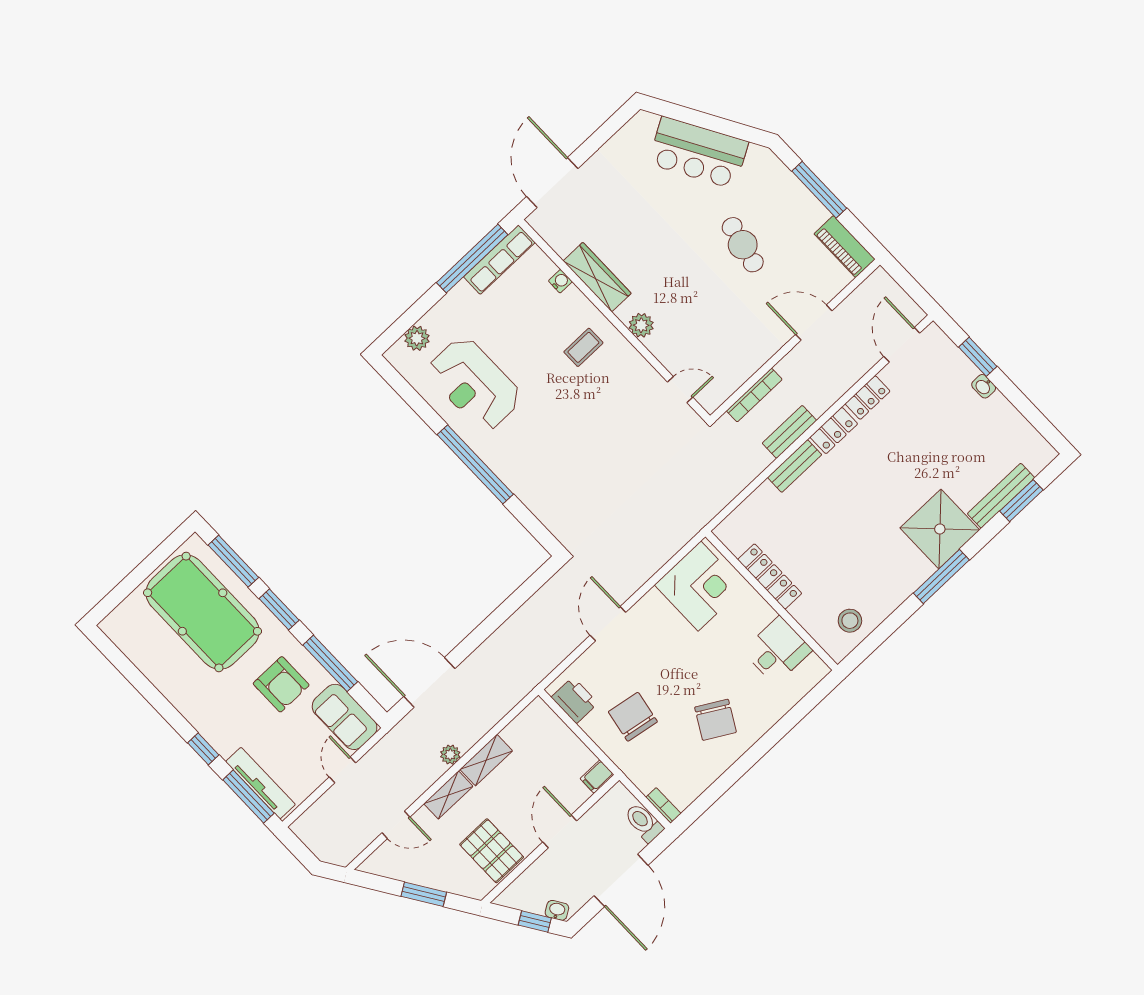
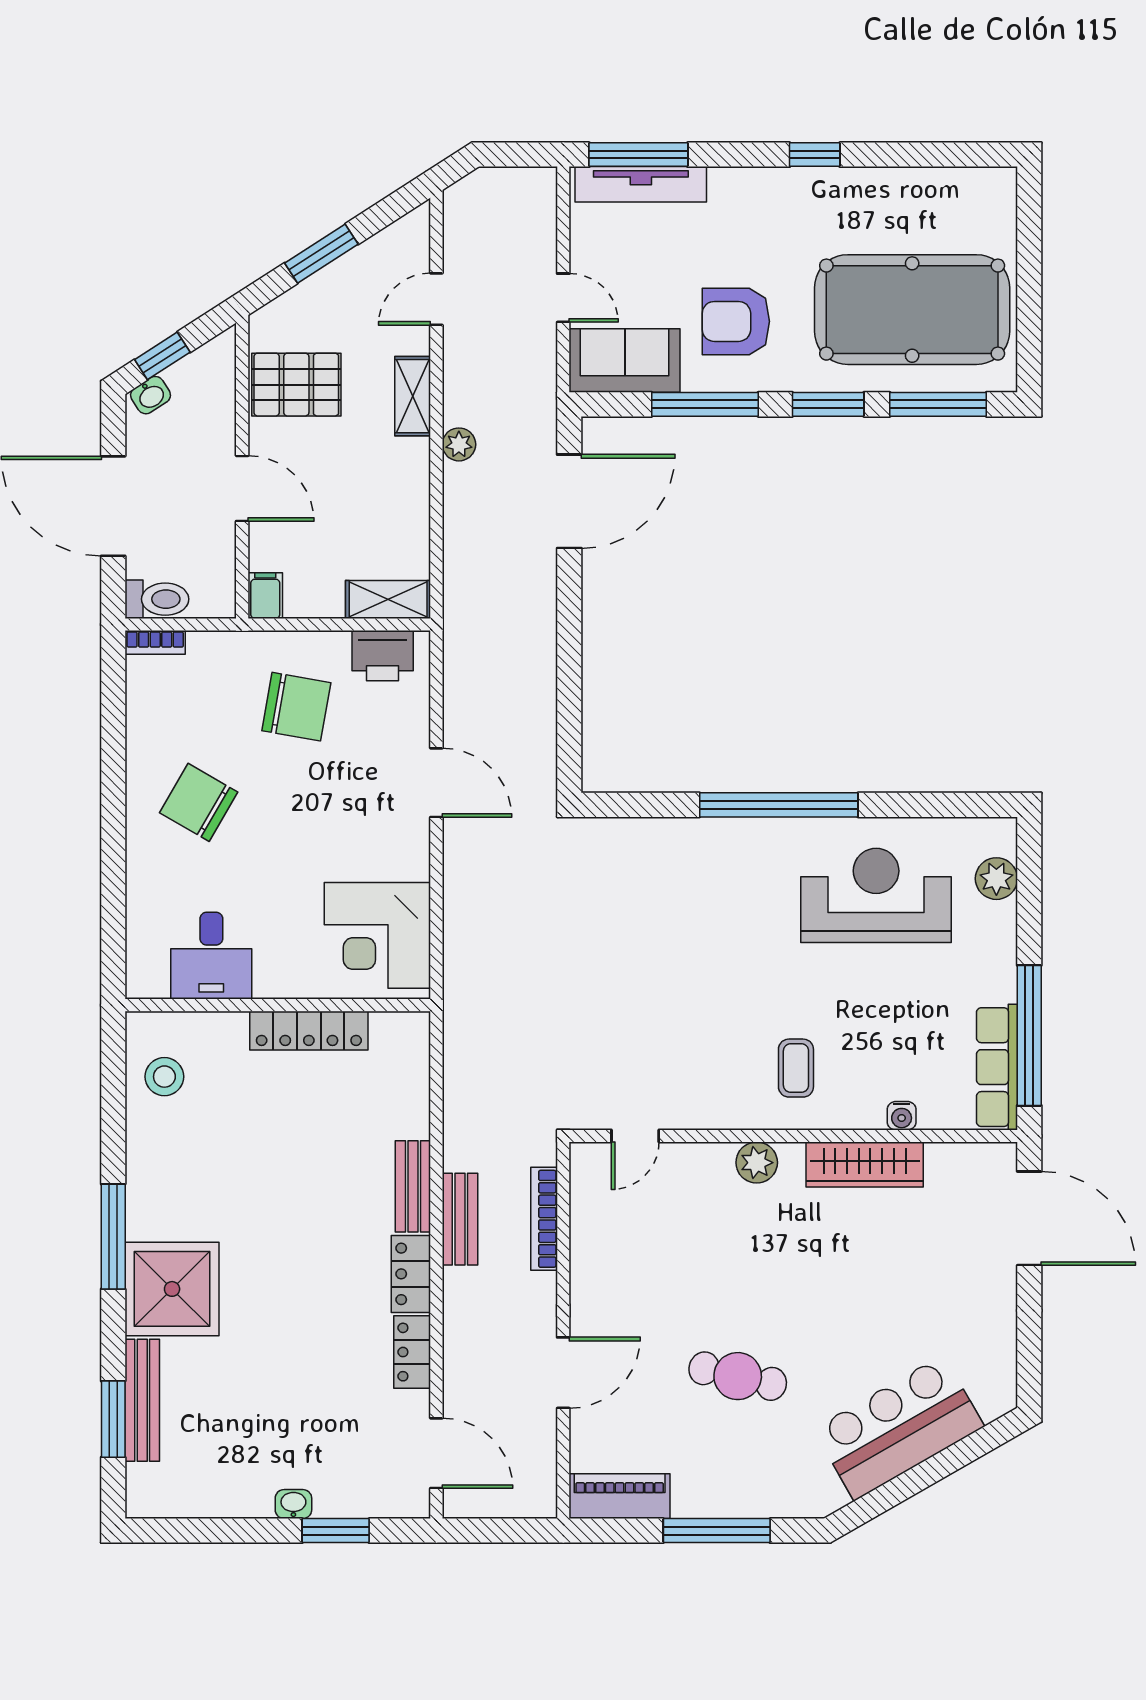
window: (203, 749) -> (815, 155), moved
shelving: (486, 760) -> (388, 599), moved, turned 90

